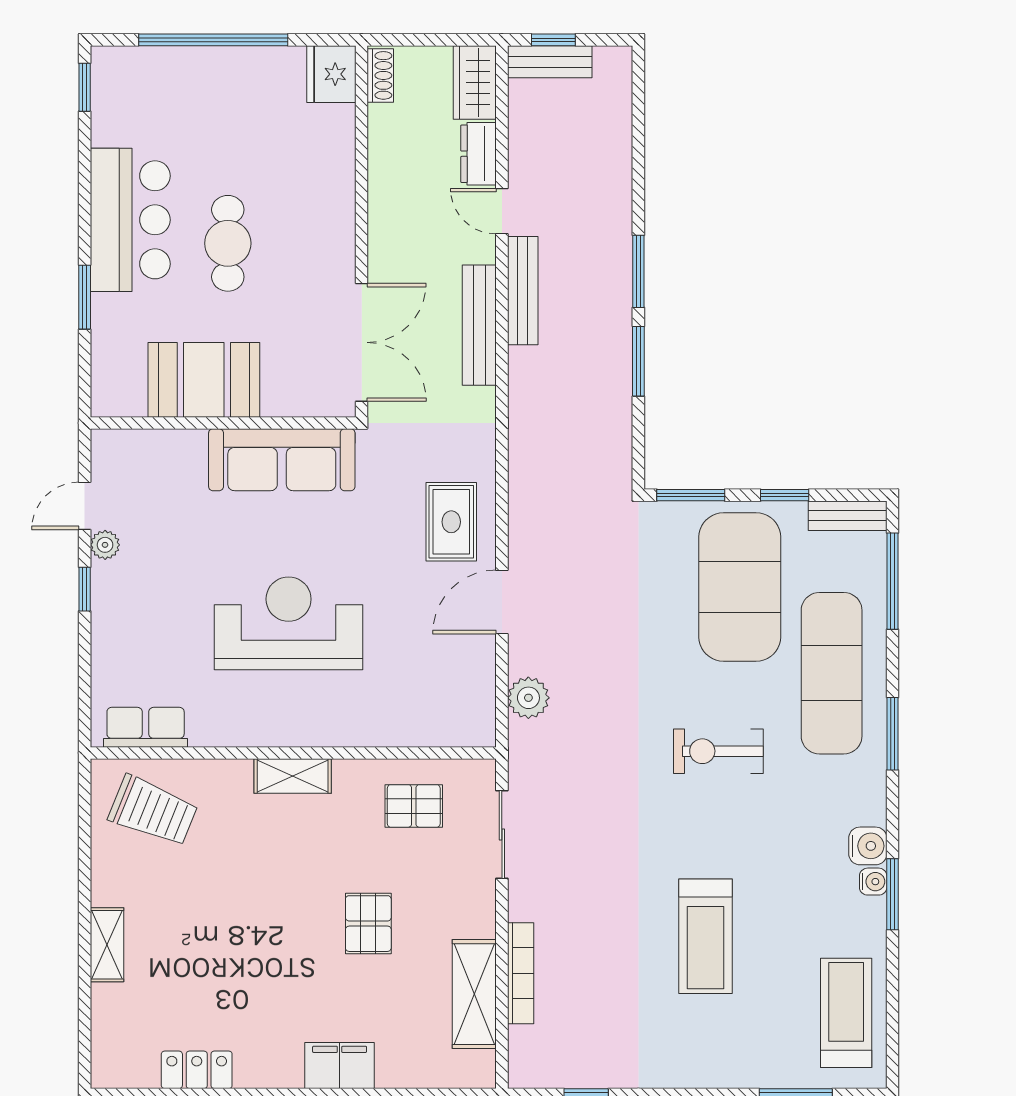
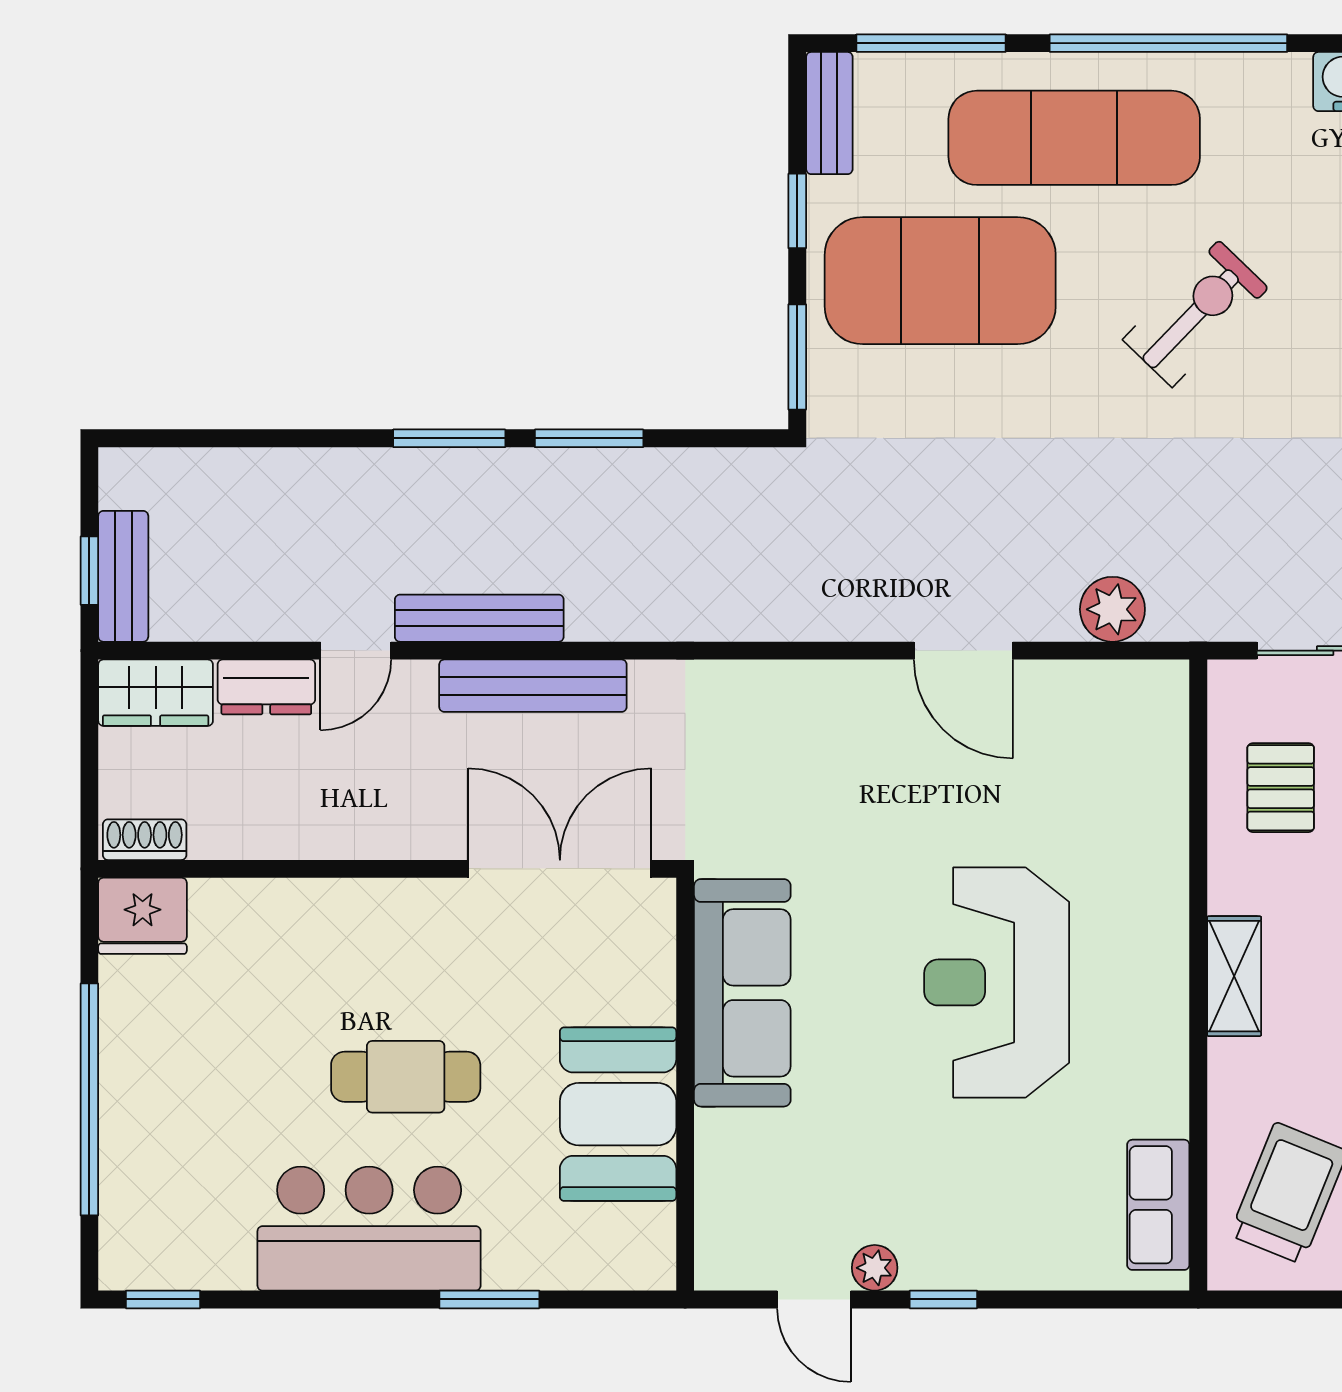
rug: (451, 522) -> (839, 729), removed
window: (893, 734) -> (1168, 43), width x2.11
exercise bike: (718, 751) -> (1195, 314), turned -136

